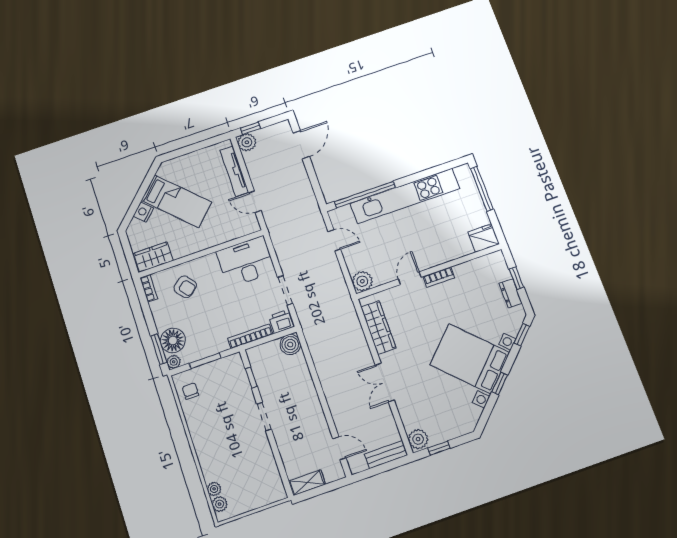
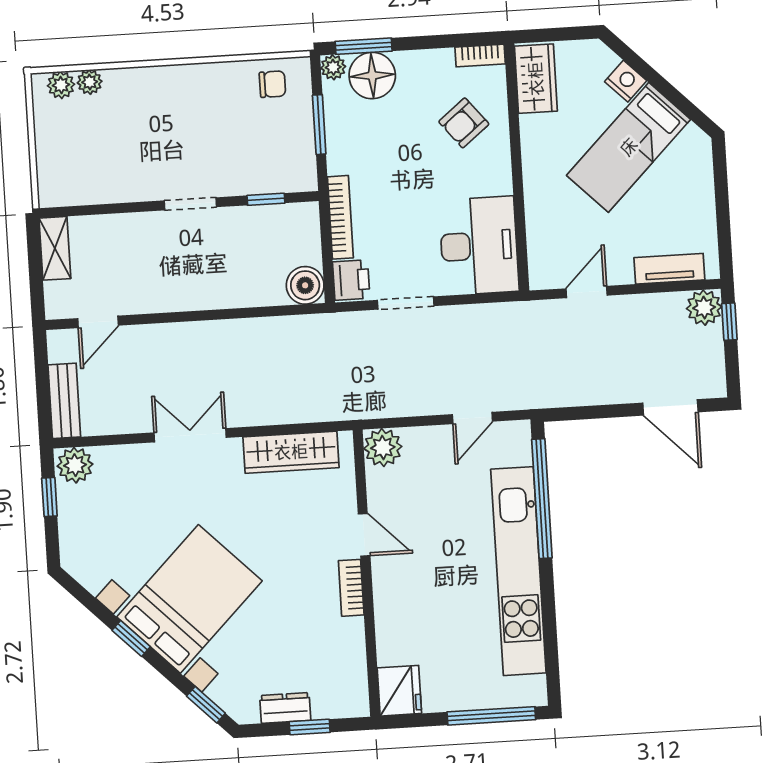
tv unit: (234, 171) -> (669, 269), width x0.71

